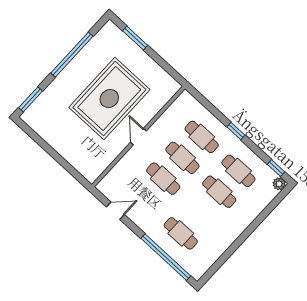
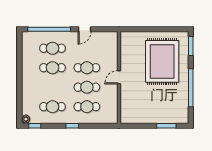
rug: (109, 99) -> (162, 61), moved
door: (138, 137) -> (119, 77), swing flipped
cafe table: (219, 192) -> (52, 68), moved
door: (115, 211) -> (85, 29), moved

